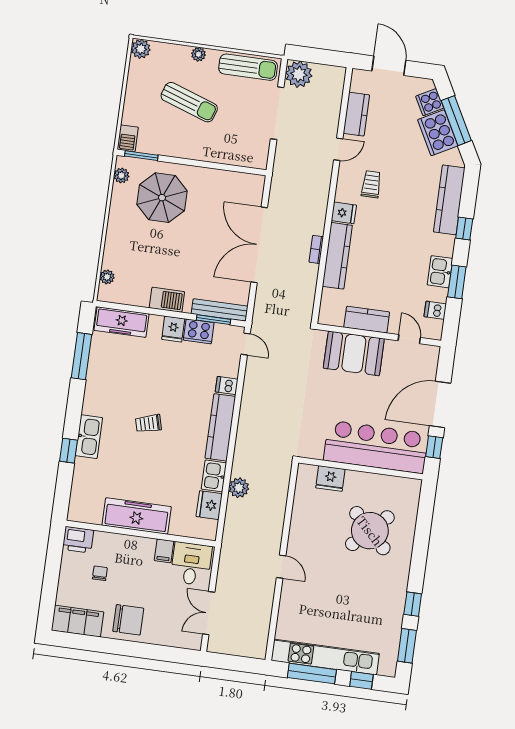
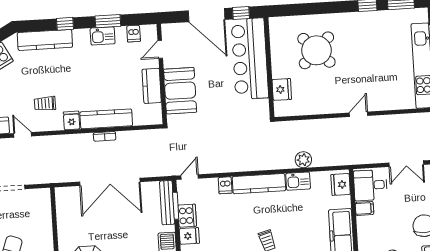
fridge: (209, 505) -> (341, 184), moved, turned 90

